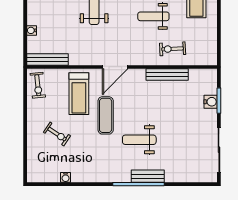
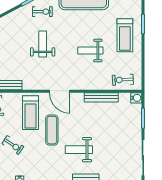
exercise bike: (173, 49) -> (123, 80), moved
door: (115, 67) -> (60, 91), hinge flipped
water cooler: (211, 102) -> (136, 98), moved

